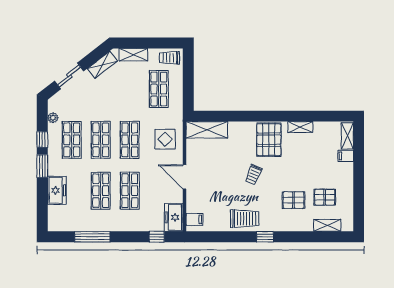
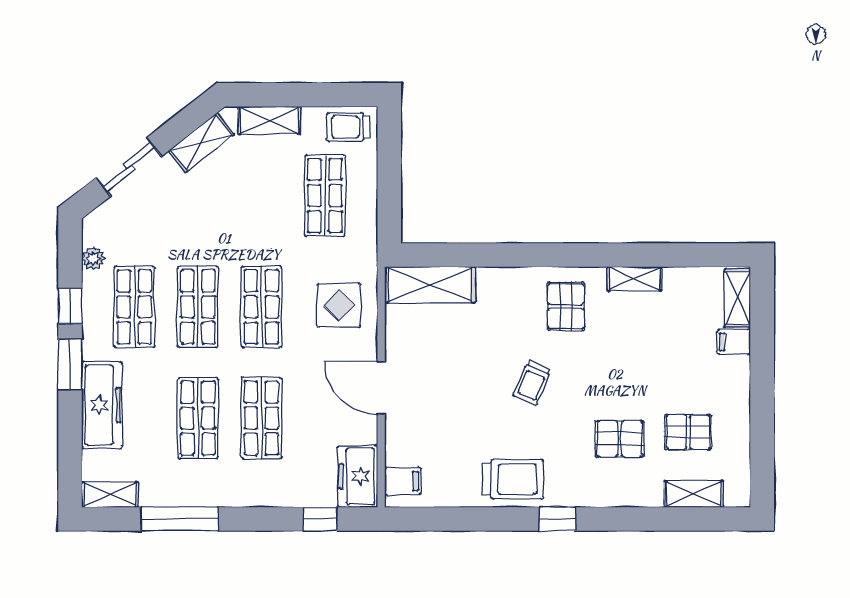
pallet: (269, 140) -> (566, 306), width x0.67, depth x0.71
freezer: (57, 190) -> (102, 405), width x1.40
shelving: (61, 226) -> (110, 495), added

